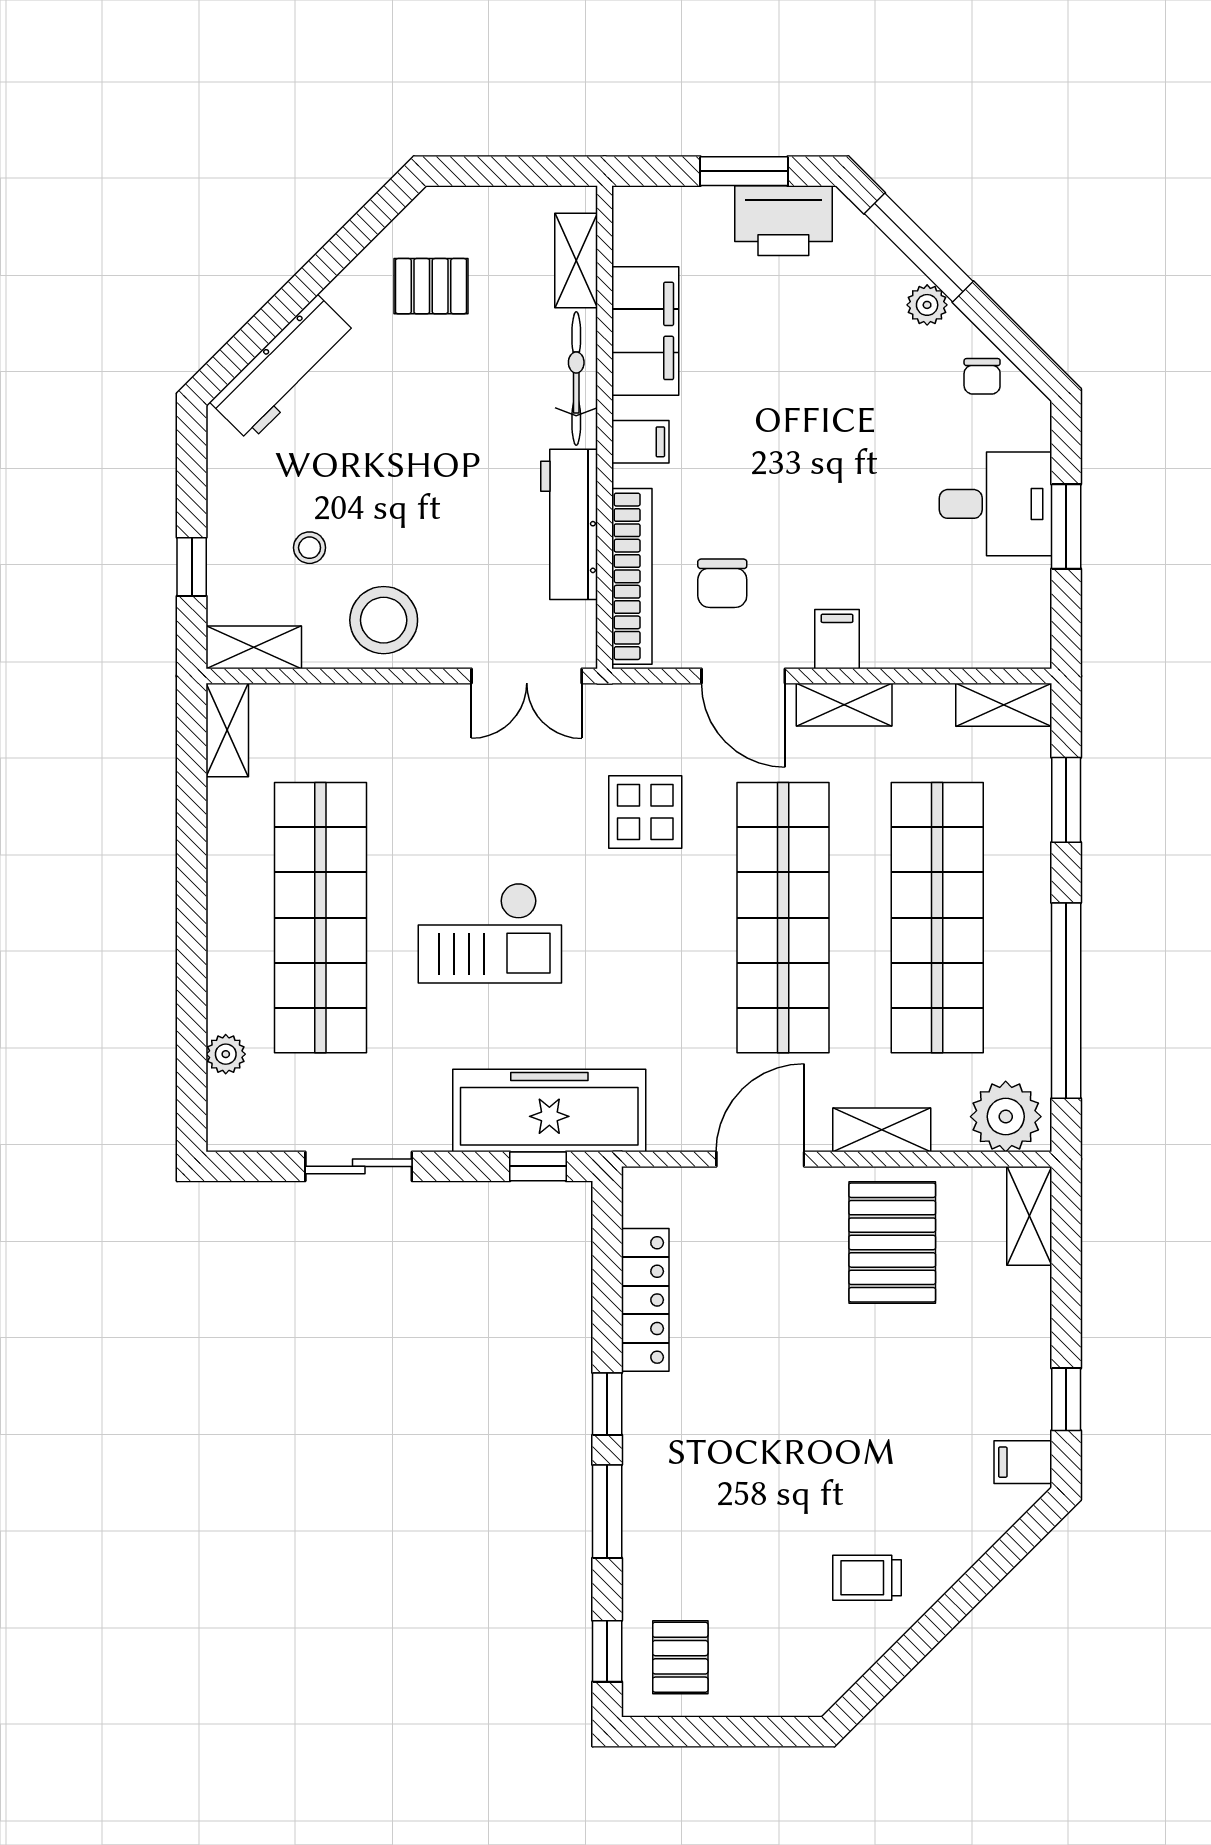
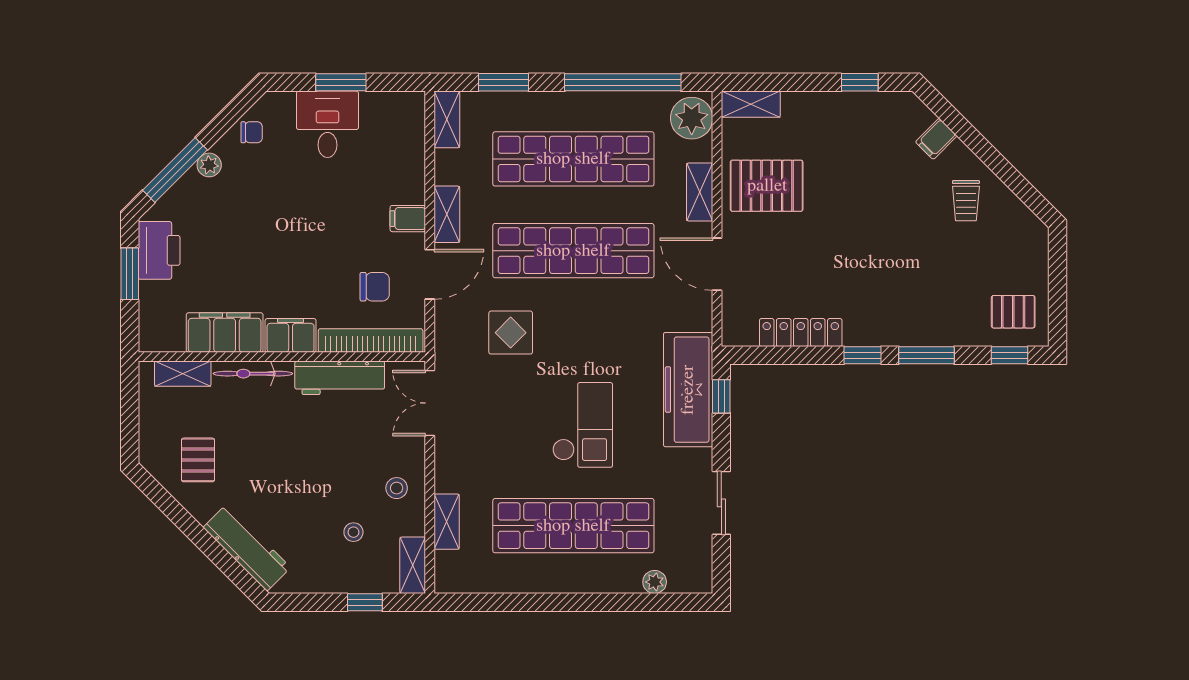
filing cabinet: (640, 442) -> (291, 335), width x2.00
stool: (384, 620) -> (397, 488), width x0.53, depth x0.53
double door: (527, 676) -> (430, 403), swing flipped
shelving: (227, 730) -> (447, 522), moved, turned 90
filing cabinet: (1023, 1462) -> (936, 139), moved, turned 45

